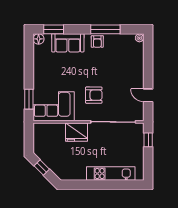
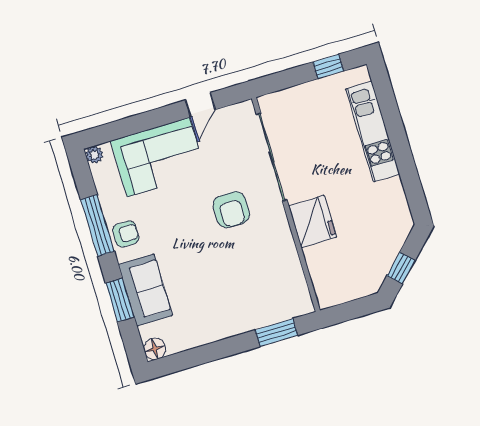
window: (54, 29) -> (120, 300), moved
armchair: (94, 95) -> (231, 210), turned 180
corner sofa: (54, 106) -> (158, 157), moved, turned -90
window: (148, 140) -> (328, 66), moved

